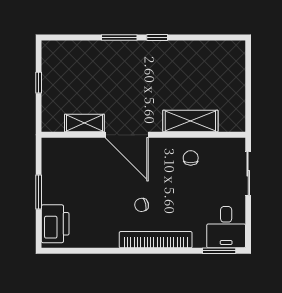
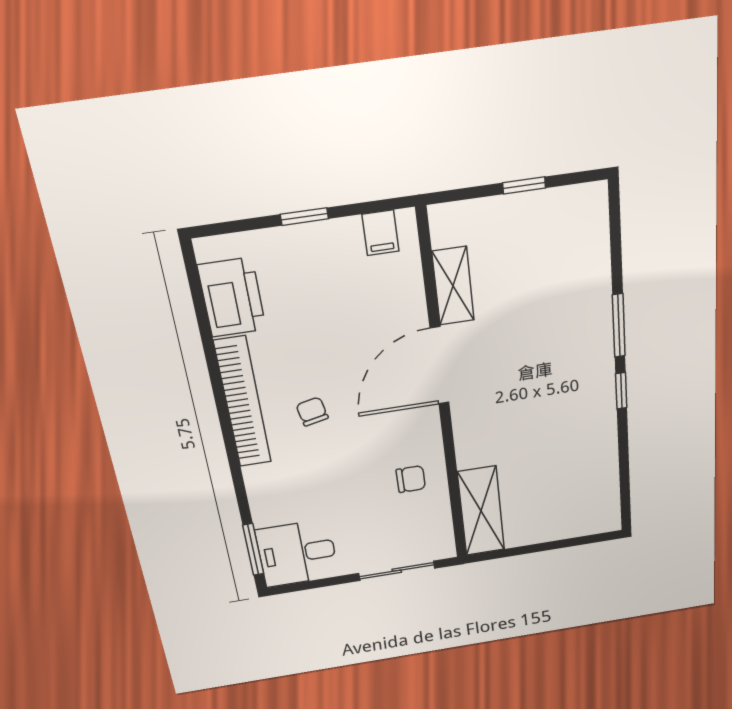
shelving: (190, 121) -> (481, 511), moved
filing cabinet: (52, 156) -> (380, 233), added
window: (39, 192) -> (304, 217), width x0.67
printer: (55, 224) -> (232, 297), moved, turned -90
bookcase: (156, 240) -> (243, 402), moved

